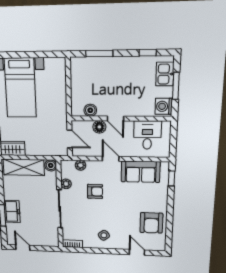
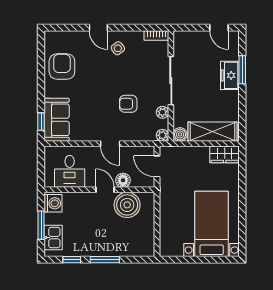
window: (99, 54) -> (105, 260), moved
boiler: (90, 110) -> (127, 205), width x1.86, depth x1.86
plant: (81, 165) -> (162, 135), moved
sofa: (141, 172) -> (57, 120), moved, turned 90
door: (137, 252) -> (98, 28), moved

